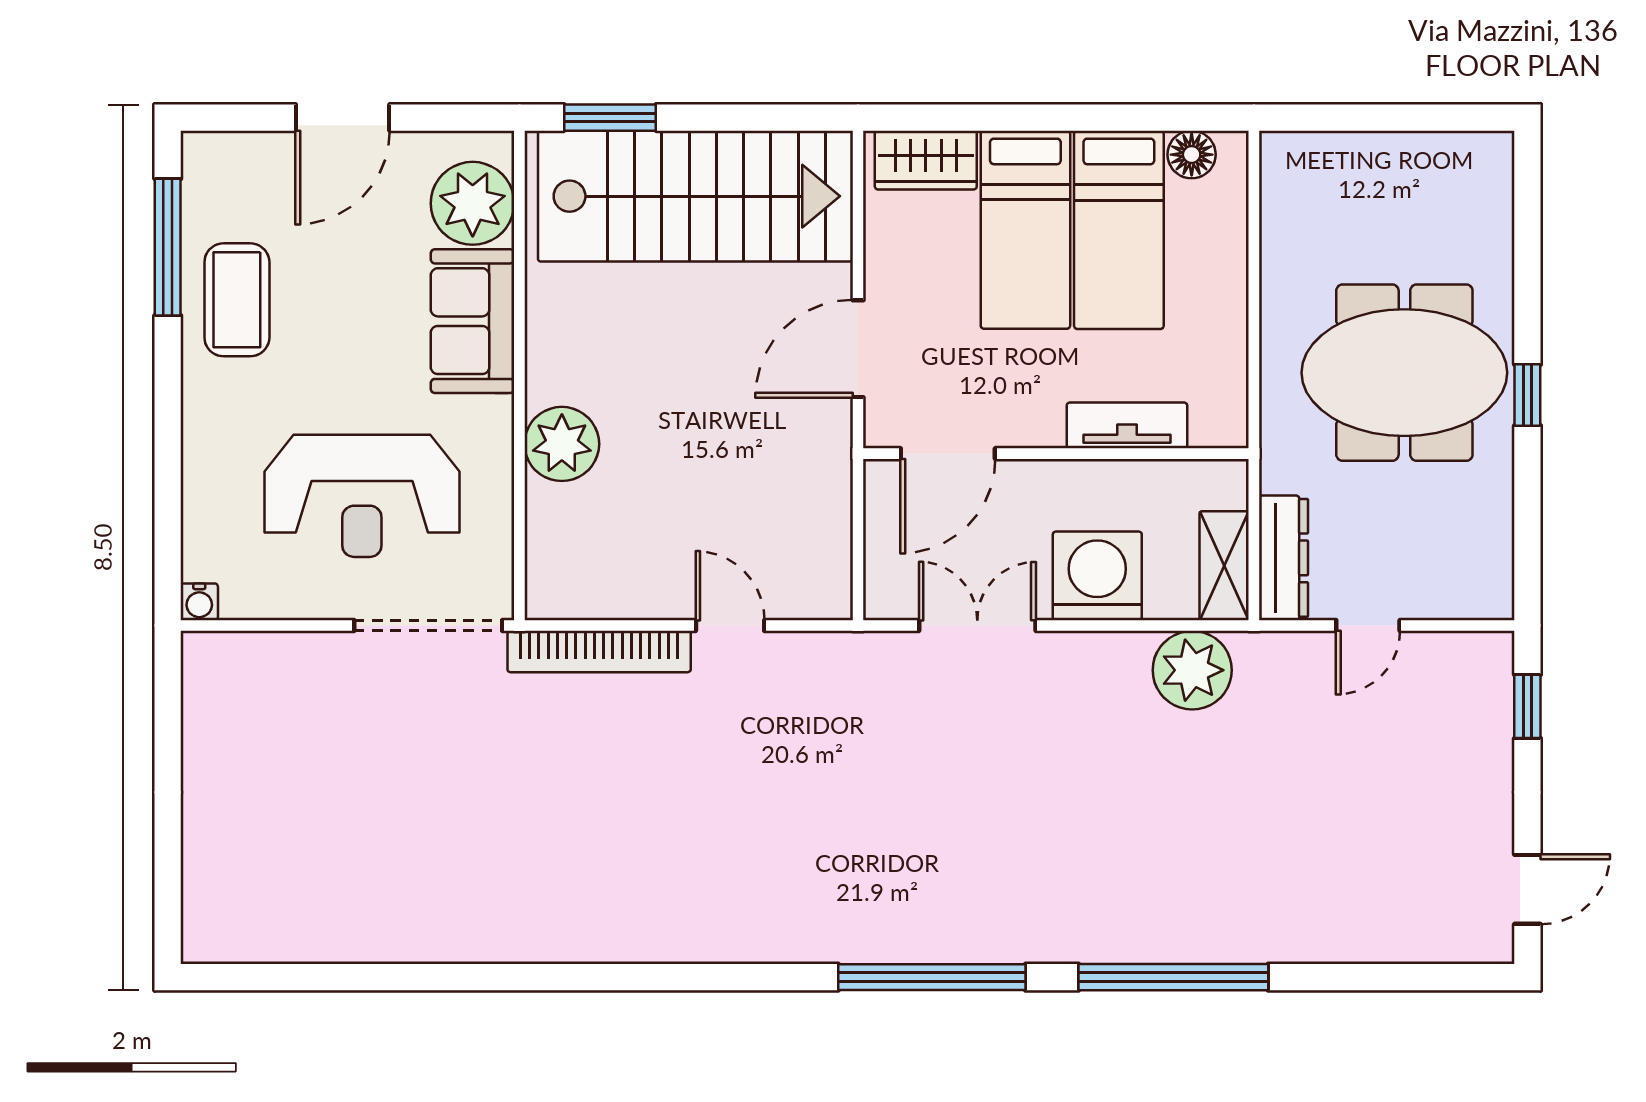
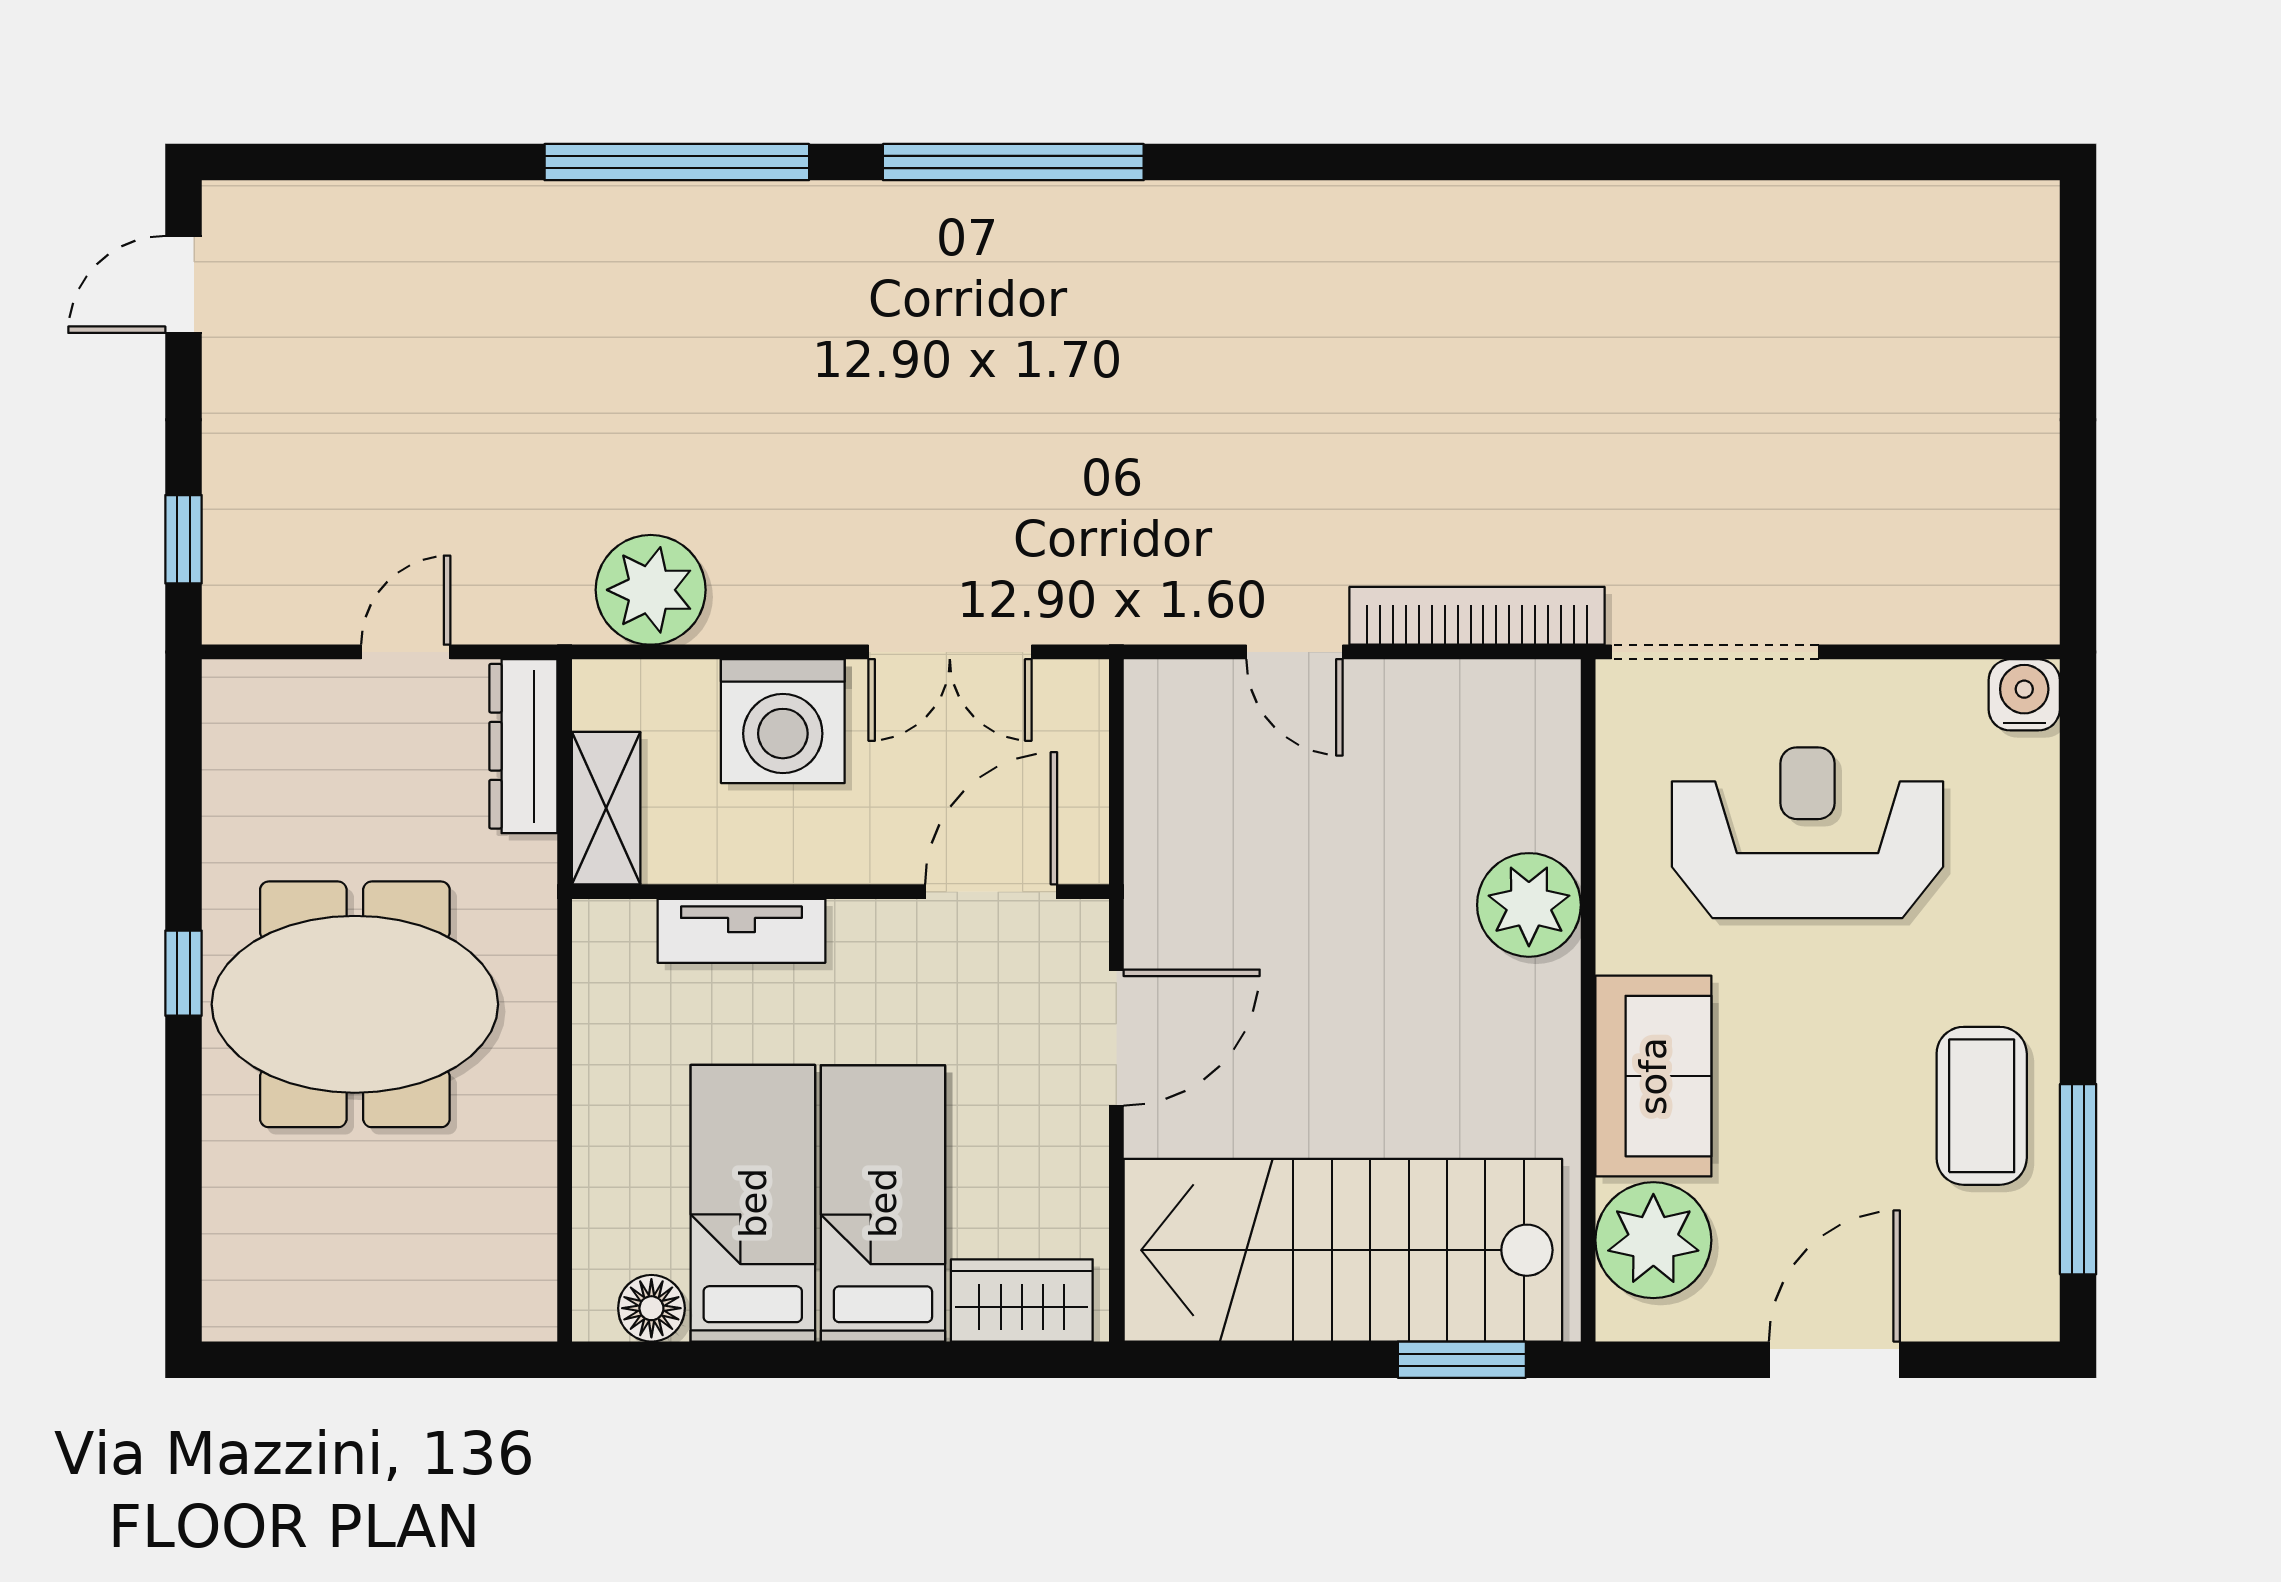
shelving: (1224, 566) -> (606, 808), moved
water cooler: (199, 602) -> (2024, 695), width x1.38, depth x1.38

